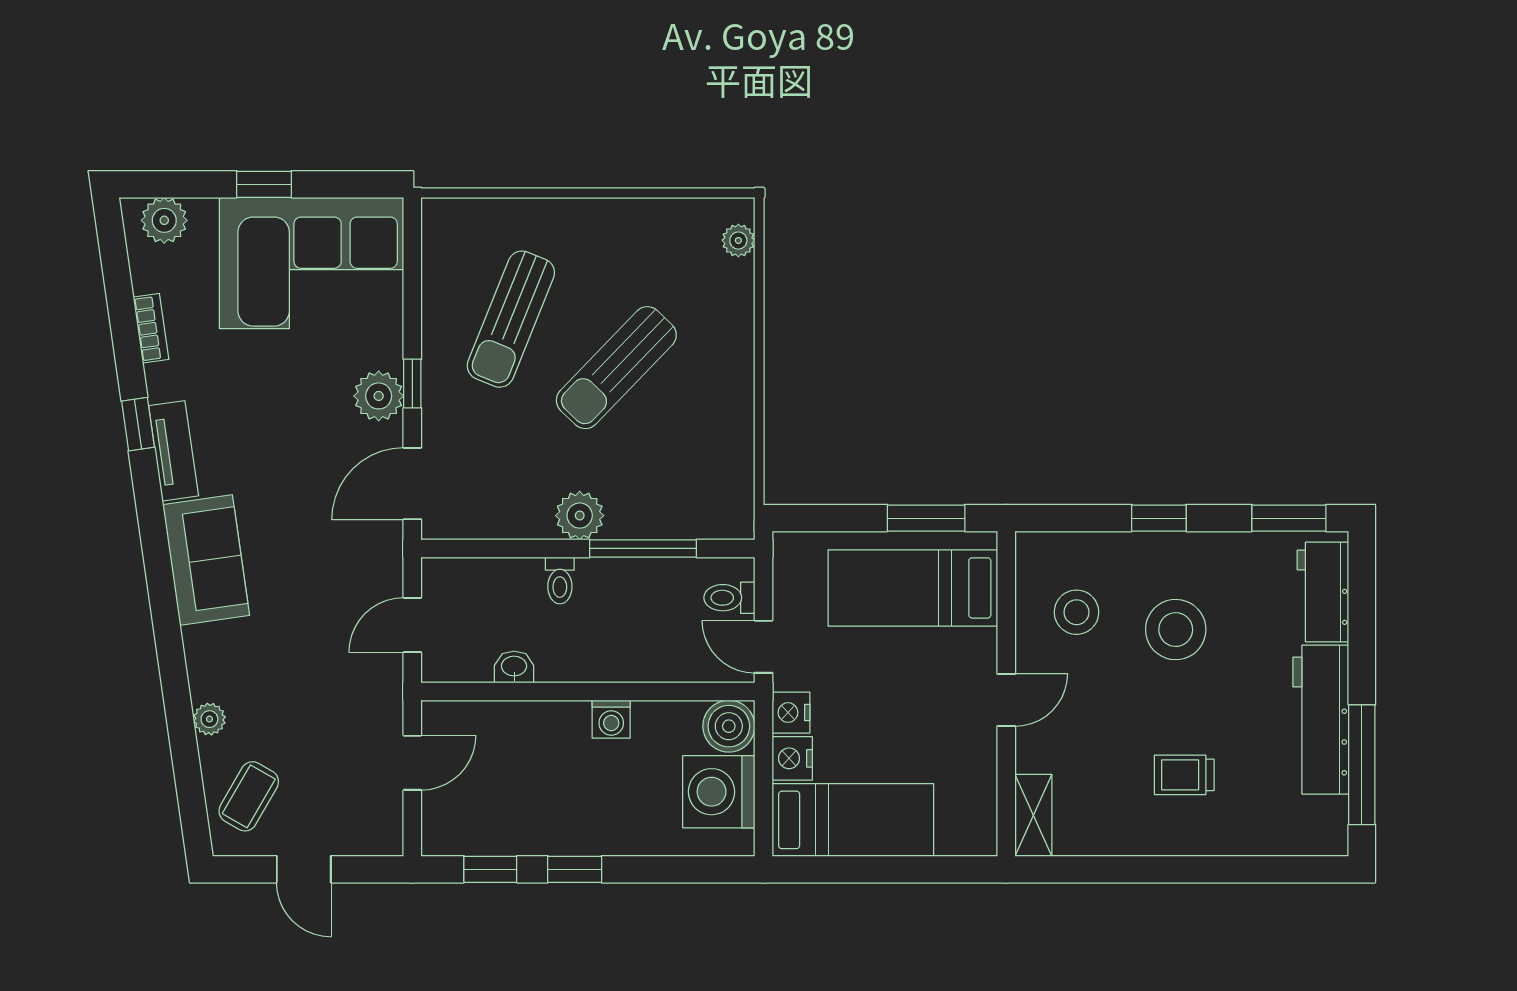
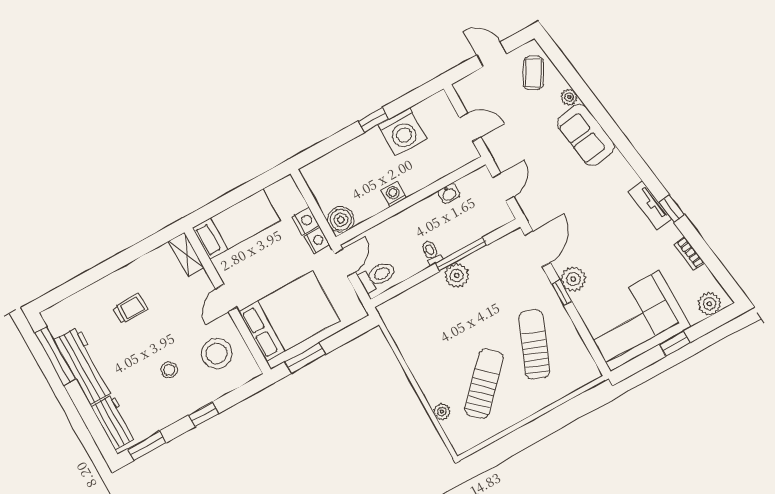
plant: (738, 240) -> (442, 412), moved
sun lounger: (616, 368) -> (484, 384), moved
window: (643, 548) -> (461, 254), moved
sofa: (206, 560) -> (586, 135), moved
toilet: (560, 581) -> (431, 253), moved
bed: (913, 588) -> (289, 316), width x1.50
toilet: (729, 598) -> (377, 276), width x1.37, depth x1.39
stool: (1076, 612) -> (217, 353), width x1.38, depth x1.38
stool: (1176, 630) -> (169, 370), width x0.53, depth x0.53
door: (763, 647) -> (345, 263), hinge flipped
door: (412, 763) -> (470, 127), swing flipped
washing machine: (719, 792) -> (402, 132), moved, turned 90
bed: (853, 820) -> (236, 224), moved, turned 180
window: (490, 869) -> (410, 100), removed

